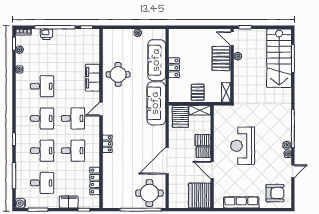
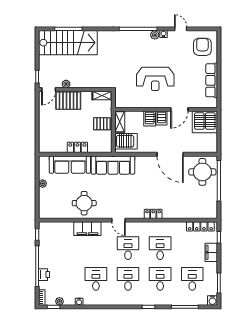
locker: (95, 181) -> (200, 226), moved

